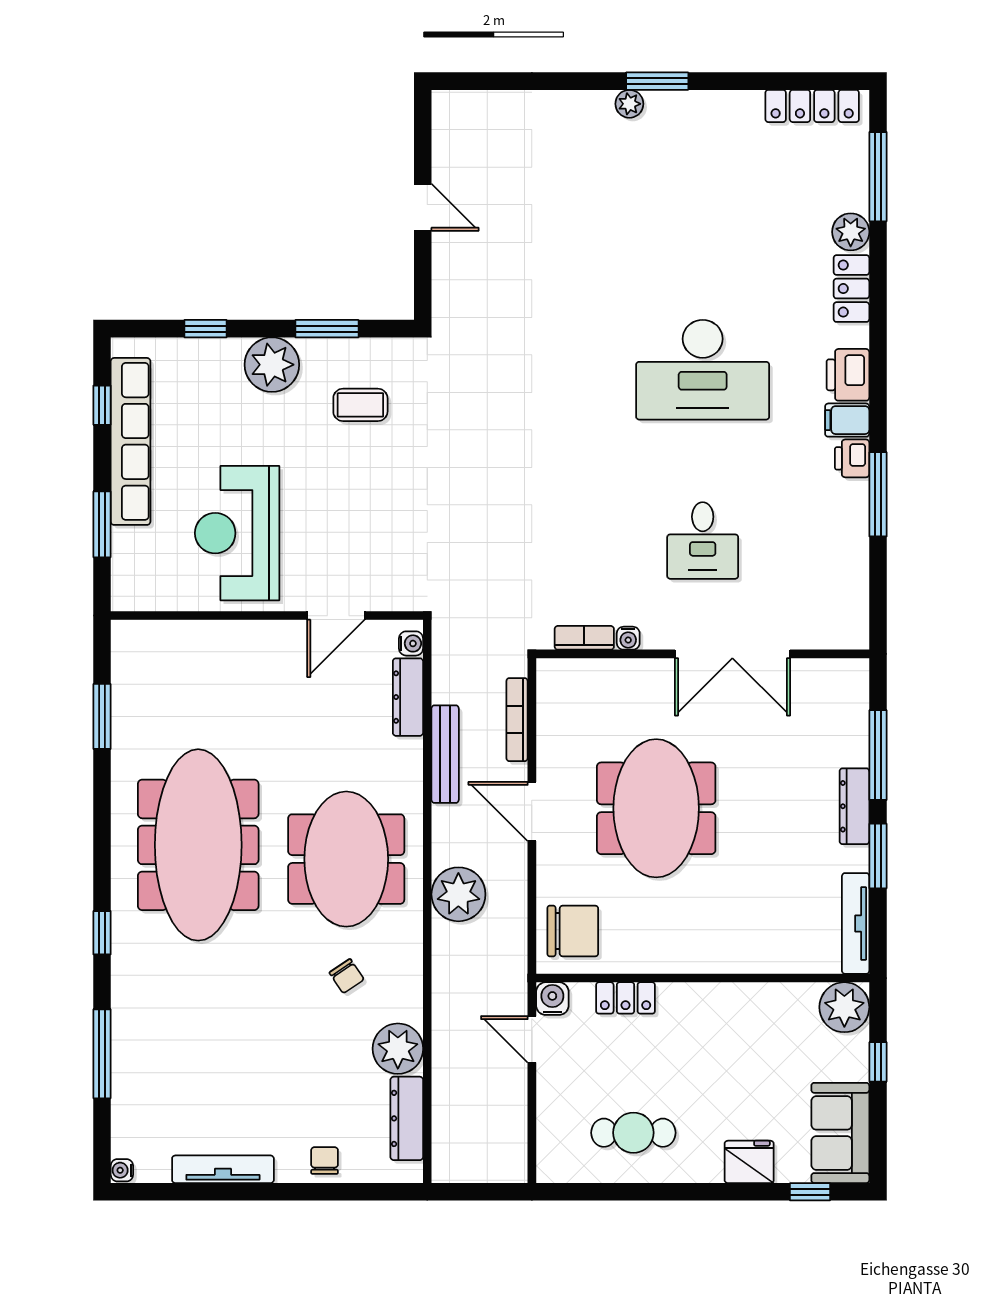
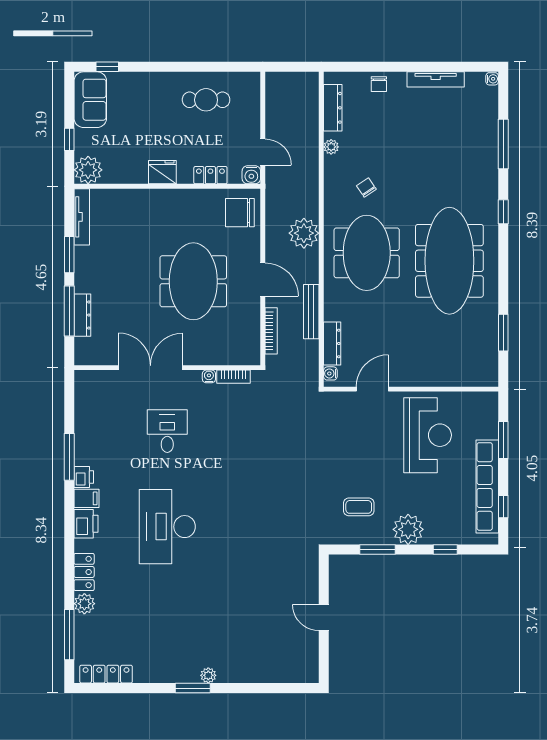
desk: (703, 370) -> (167, 527), turned -90
dresser: (854, 806) -> (82, 315), moved
plant: (398, 1049) -> (331, 147), width x0.53, depth x0.53
fridge: (749, 1162) -> (162, 172), moved, turned 180

